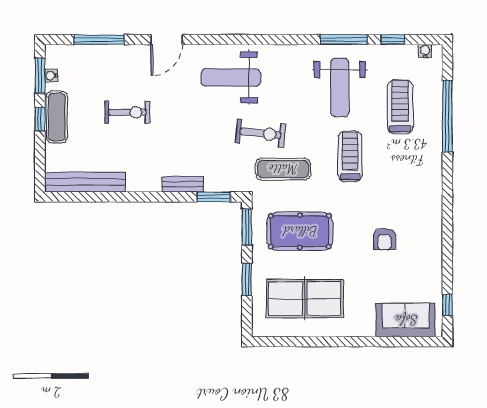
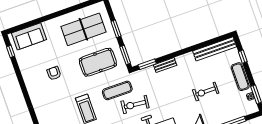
window: (40, 119) -> (243, 57), moved

